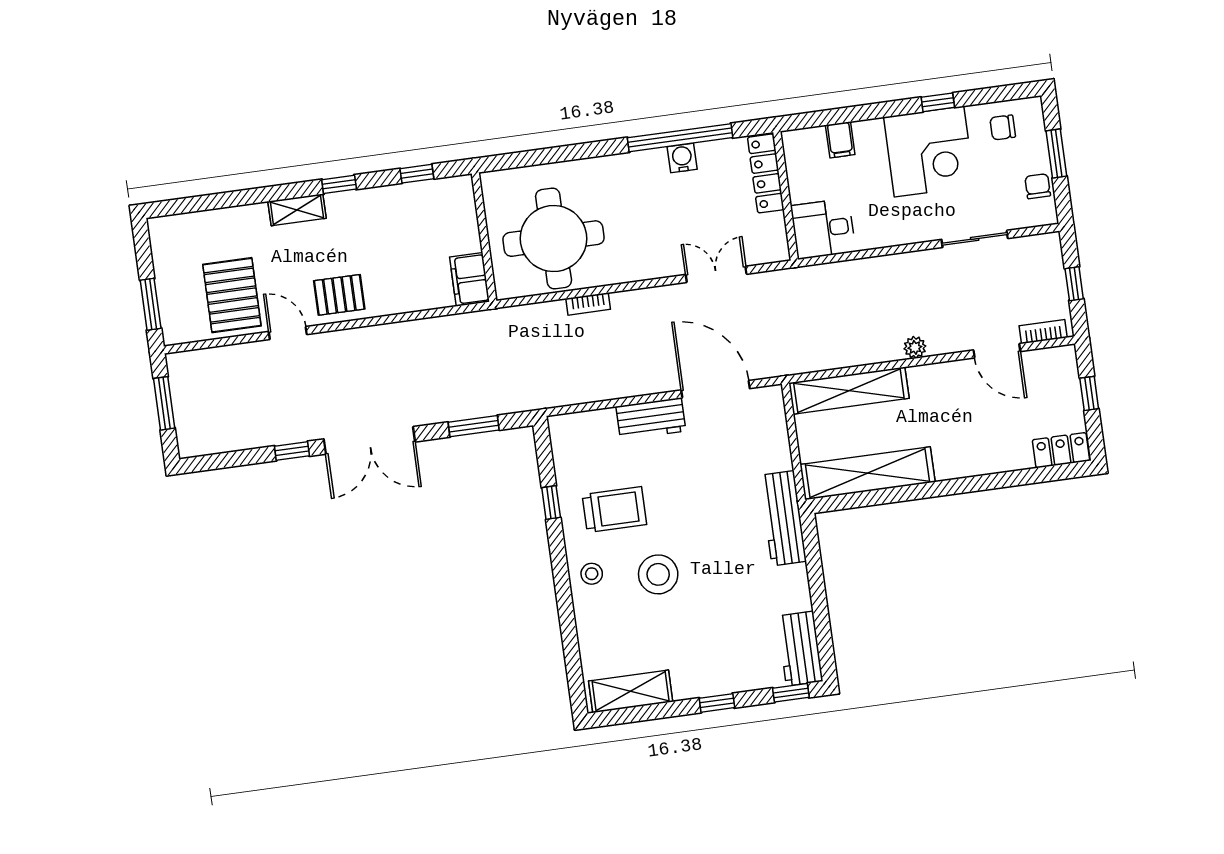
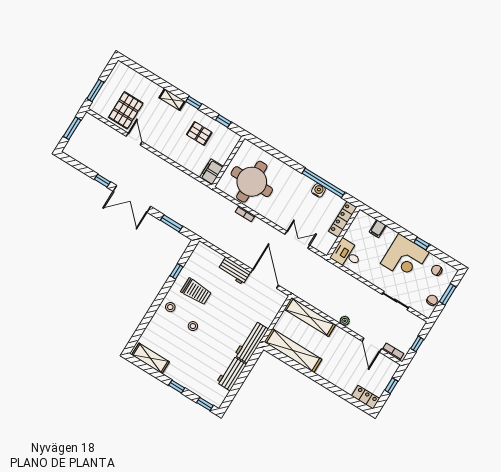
pallet: (339, 295) -> (199, 133), moved
stool: (658, 574) -> (193, 326), width x0.53, depth x0.53
workbench: (800, 649) -> (232, 373), moved

